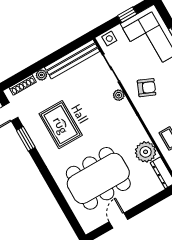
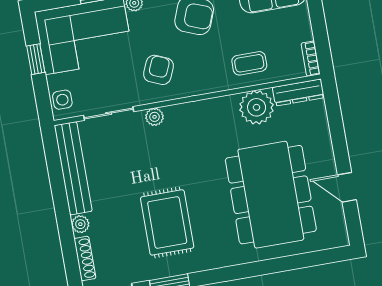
rug: (61, 125) -> (167, 222), turned 90

